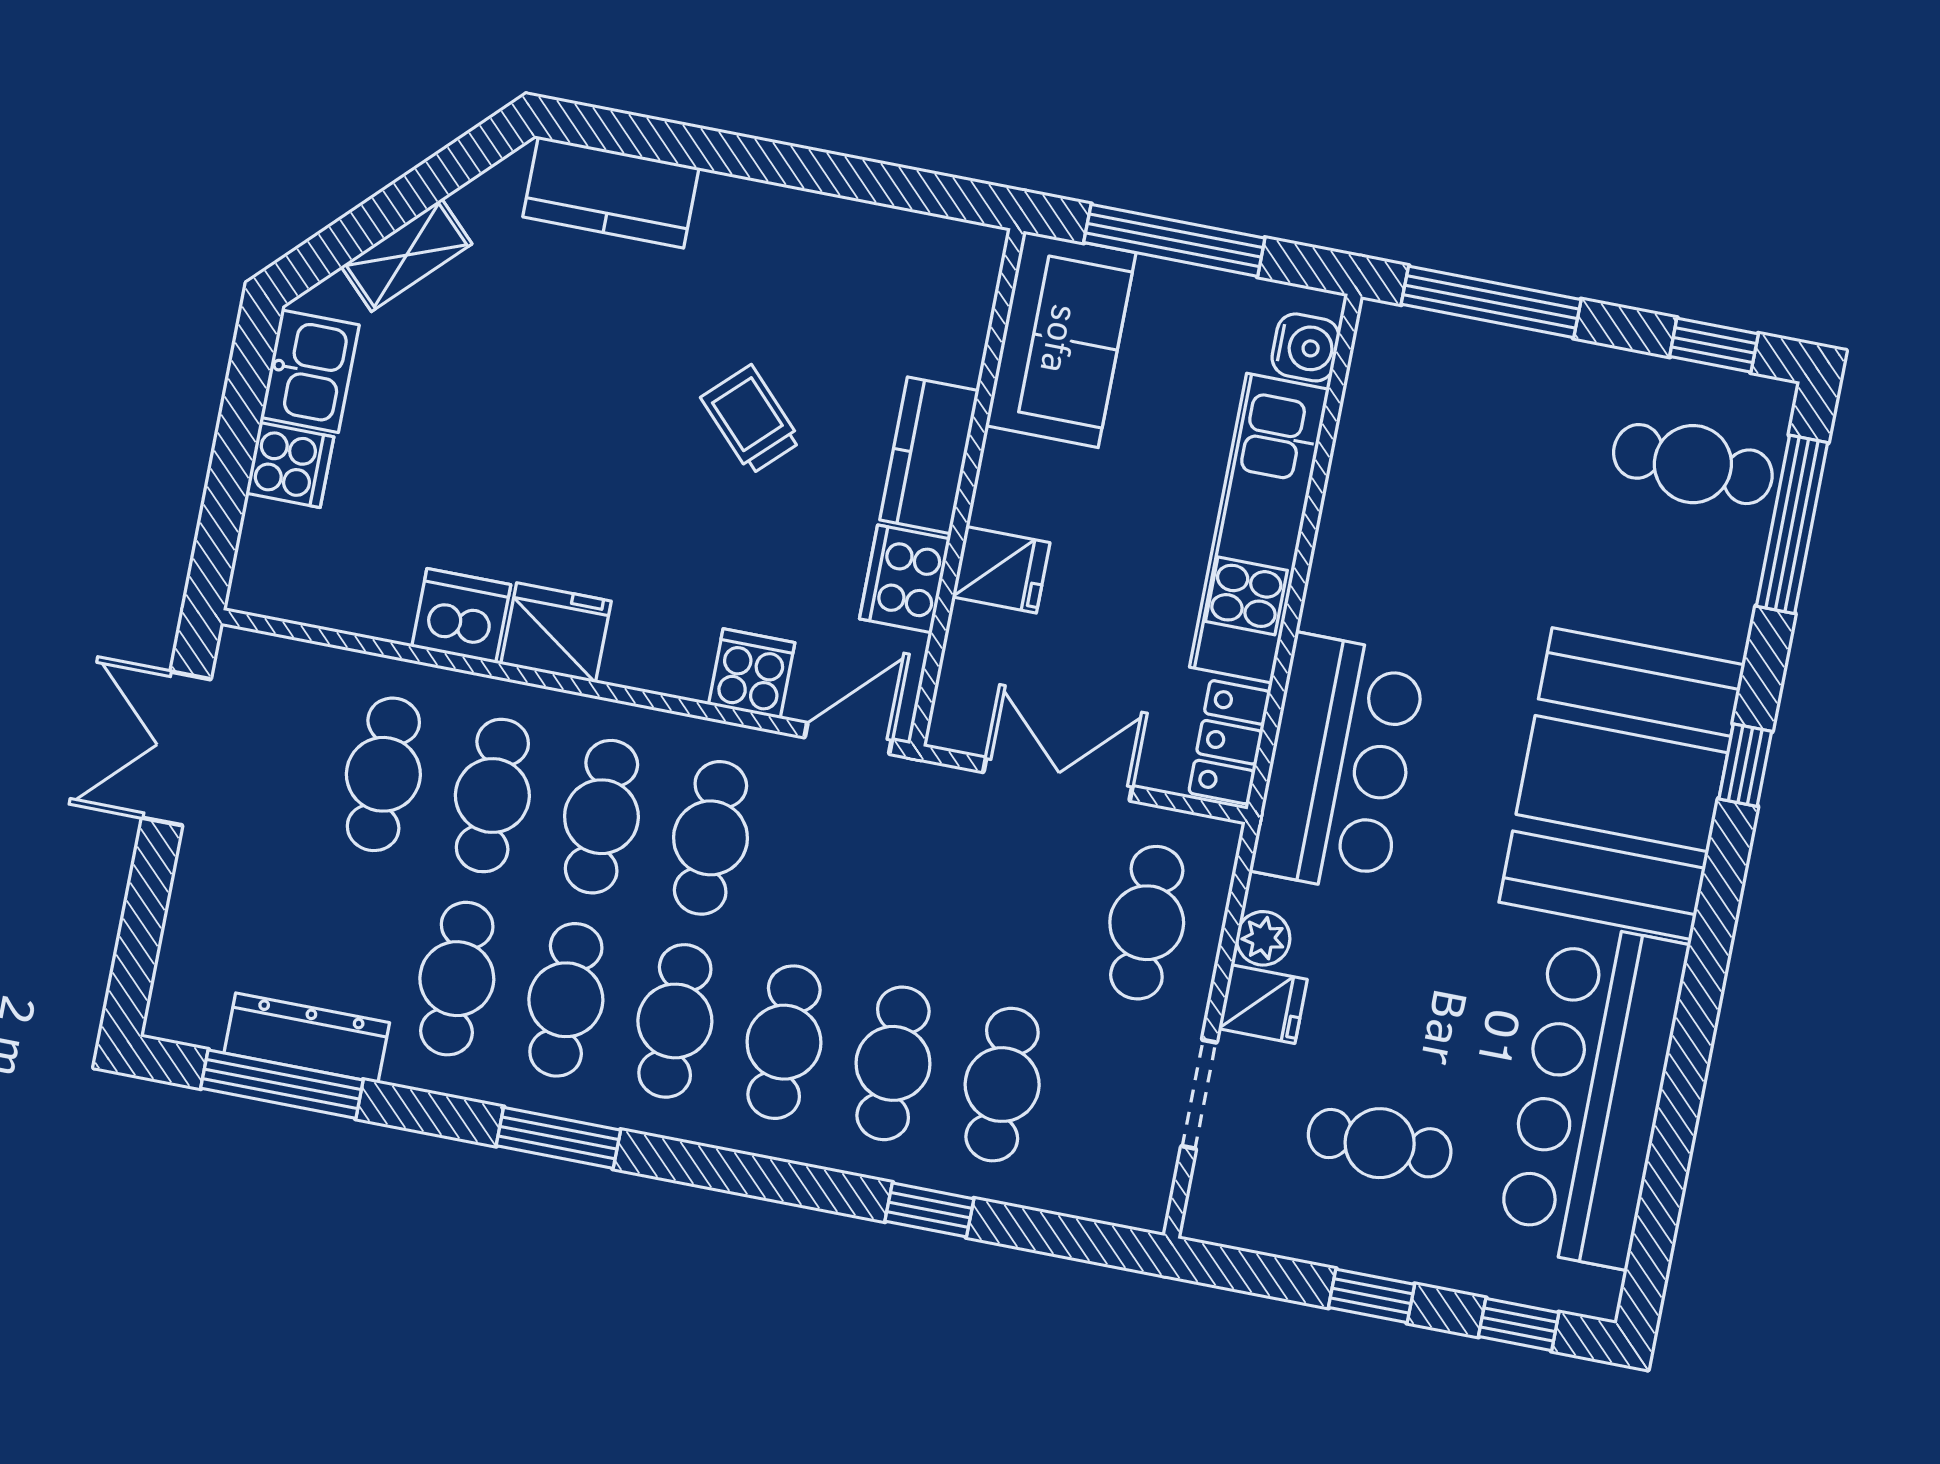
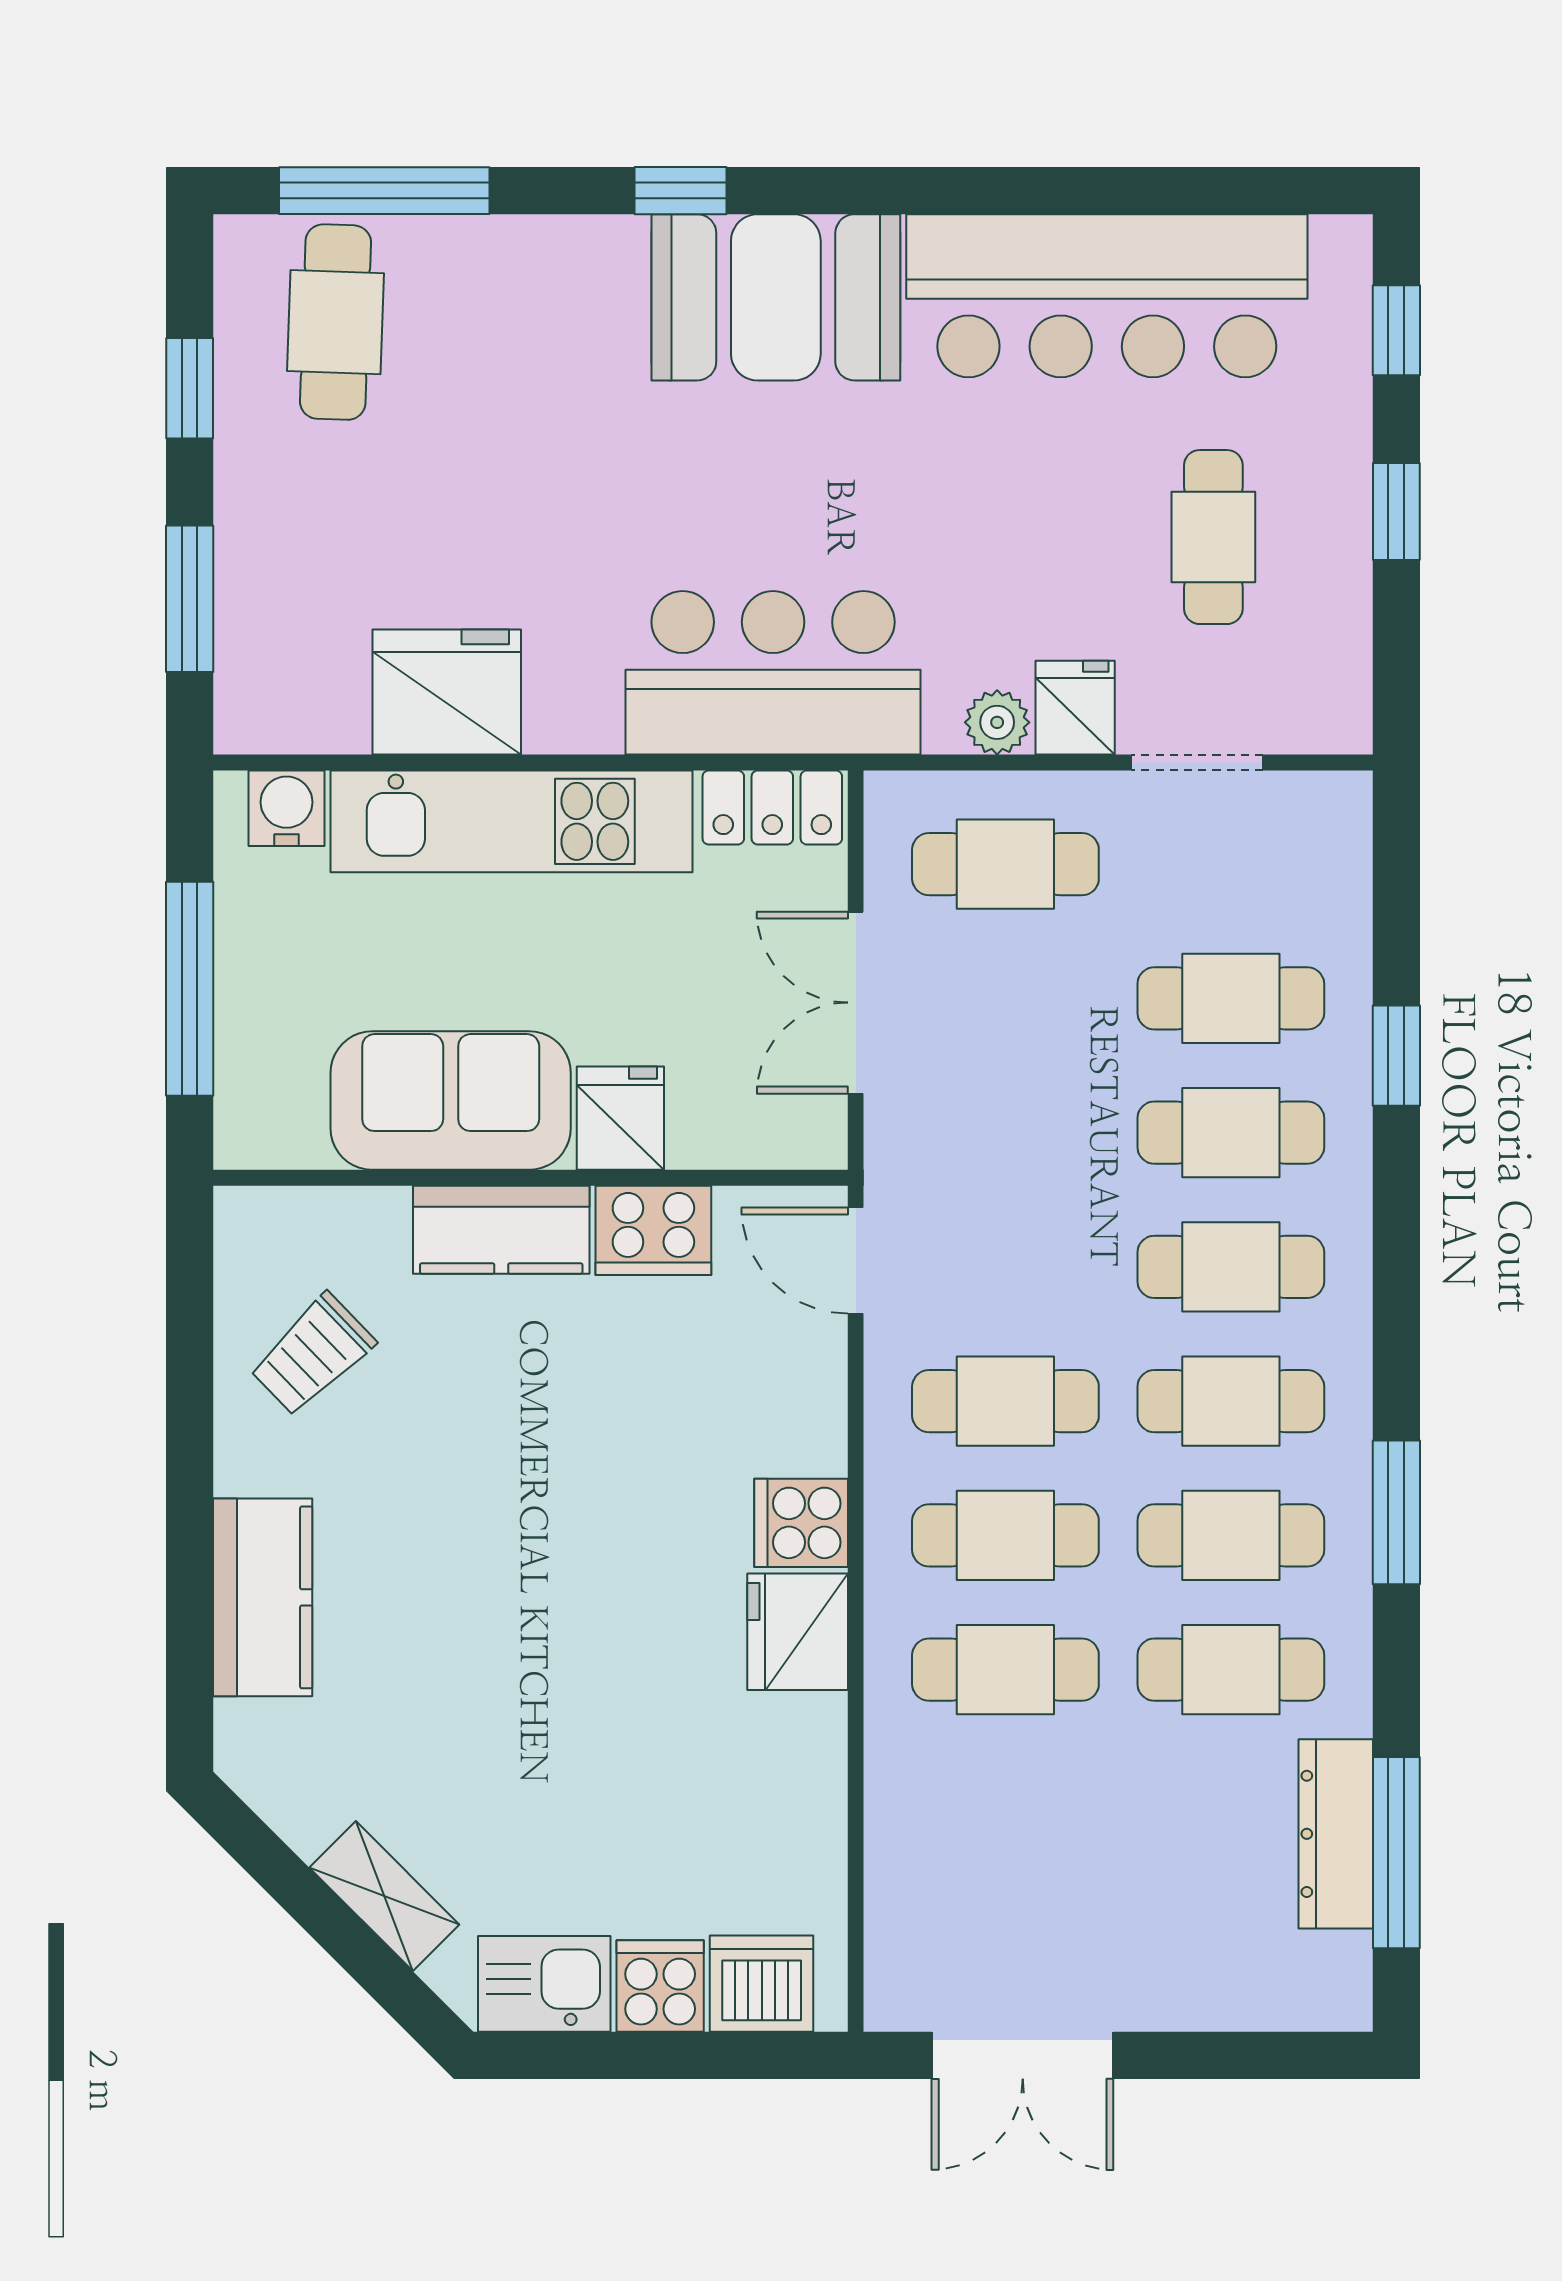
kitchen counter: (611, 192) -> (263, 1597), moved
window: (1491, 302) -> (190, 599), width x0.69
sofa: (1061, 339) -> (451, 1101), moved
window: (1714, 345) -> (190, 388), moved
trolley: (751, 420) -> (312, 1355), moved
fridge: (1375, 496) -> (447, 692), added
dishwasher: (461, 616) -> (762, 1984), moved, turned 90
cooker: (752, 674) -> (801, 1523), moved
cafe table: (383, 774) -> (1005, 1804), removed
booth: (1622, 784) -> (776, 297), width x0.73, depth x0.70

